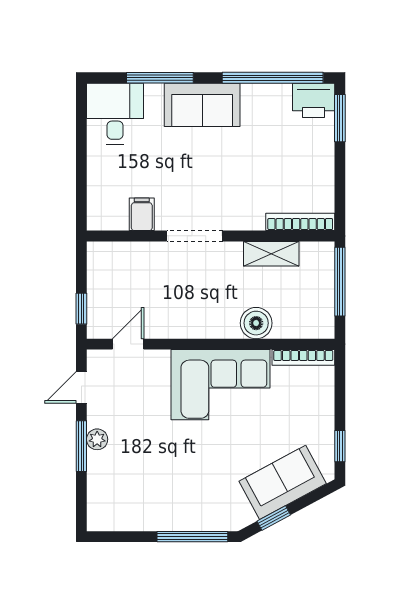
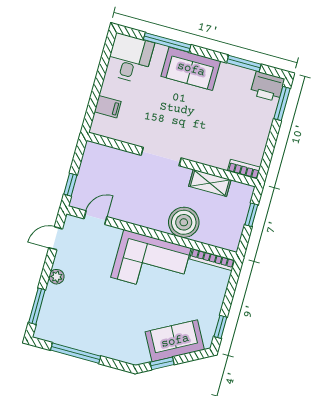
window: (273, 78) -> (244, 63), width x0.47
filing cabinet: (142, 214) -> (108, 107), moved, turned 90
bookcase: (300, 222) -> (244, 169), width x0.64
window: (340, 282) -> (251, 215), width x0.46
boiler: (256, 323) -> (184, 222), width x1.37, depth x1.37
window: (81, 446) -> (37, 306), moved
window: (192, 537) -> (76, 353), moved

